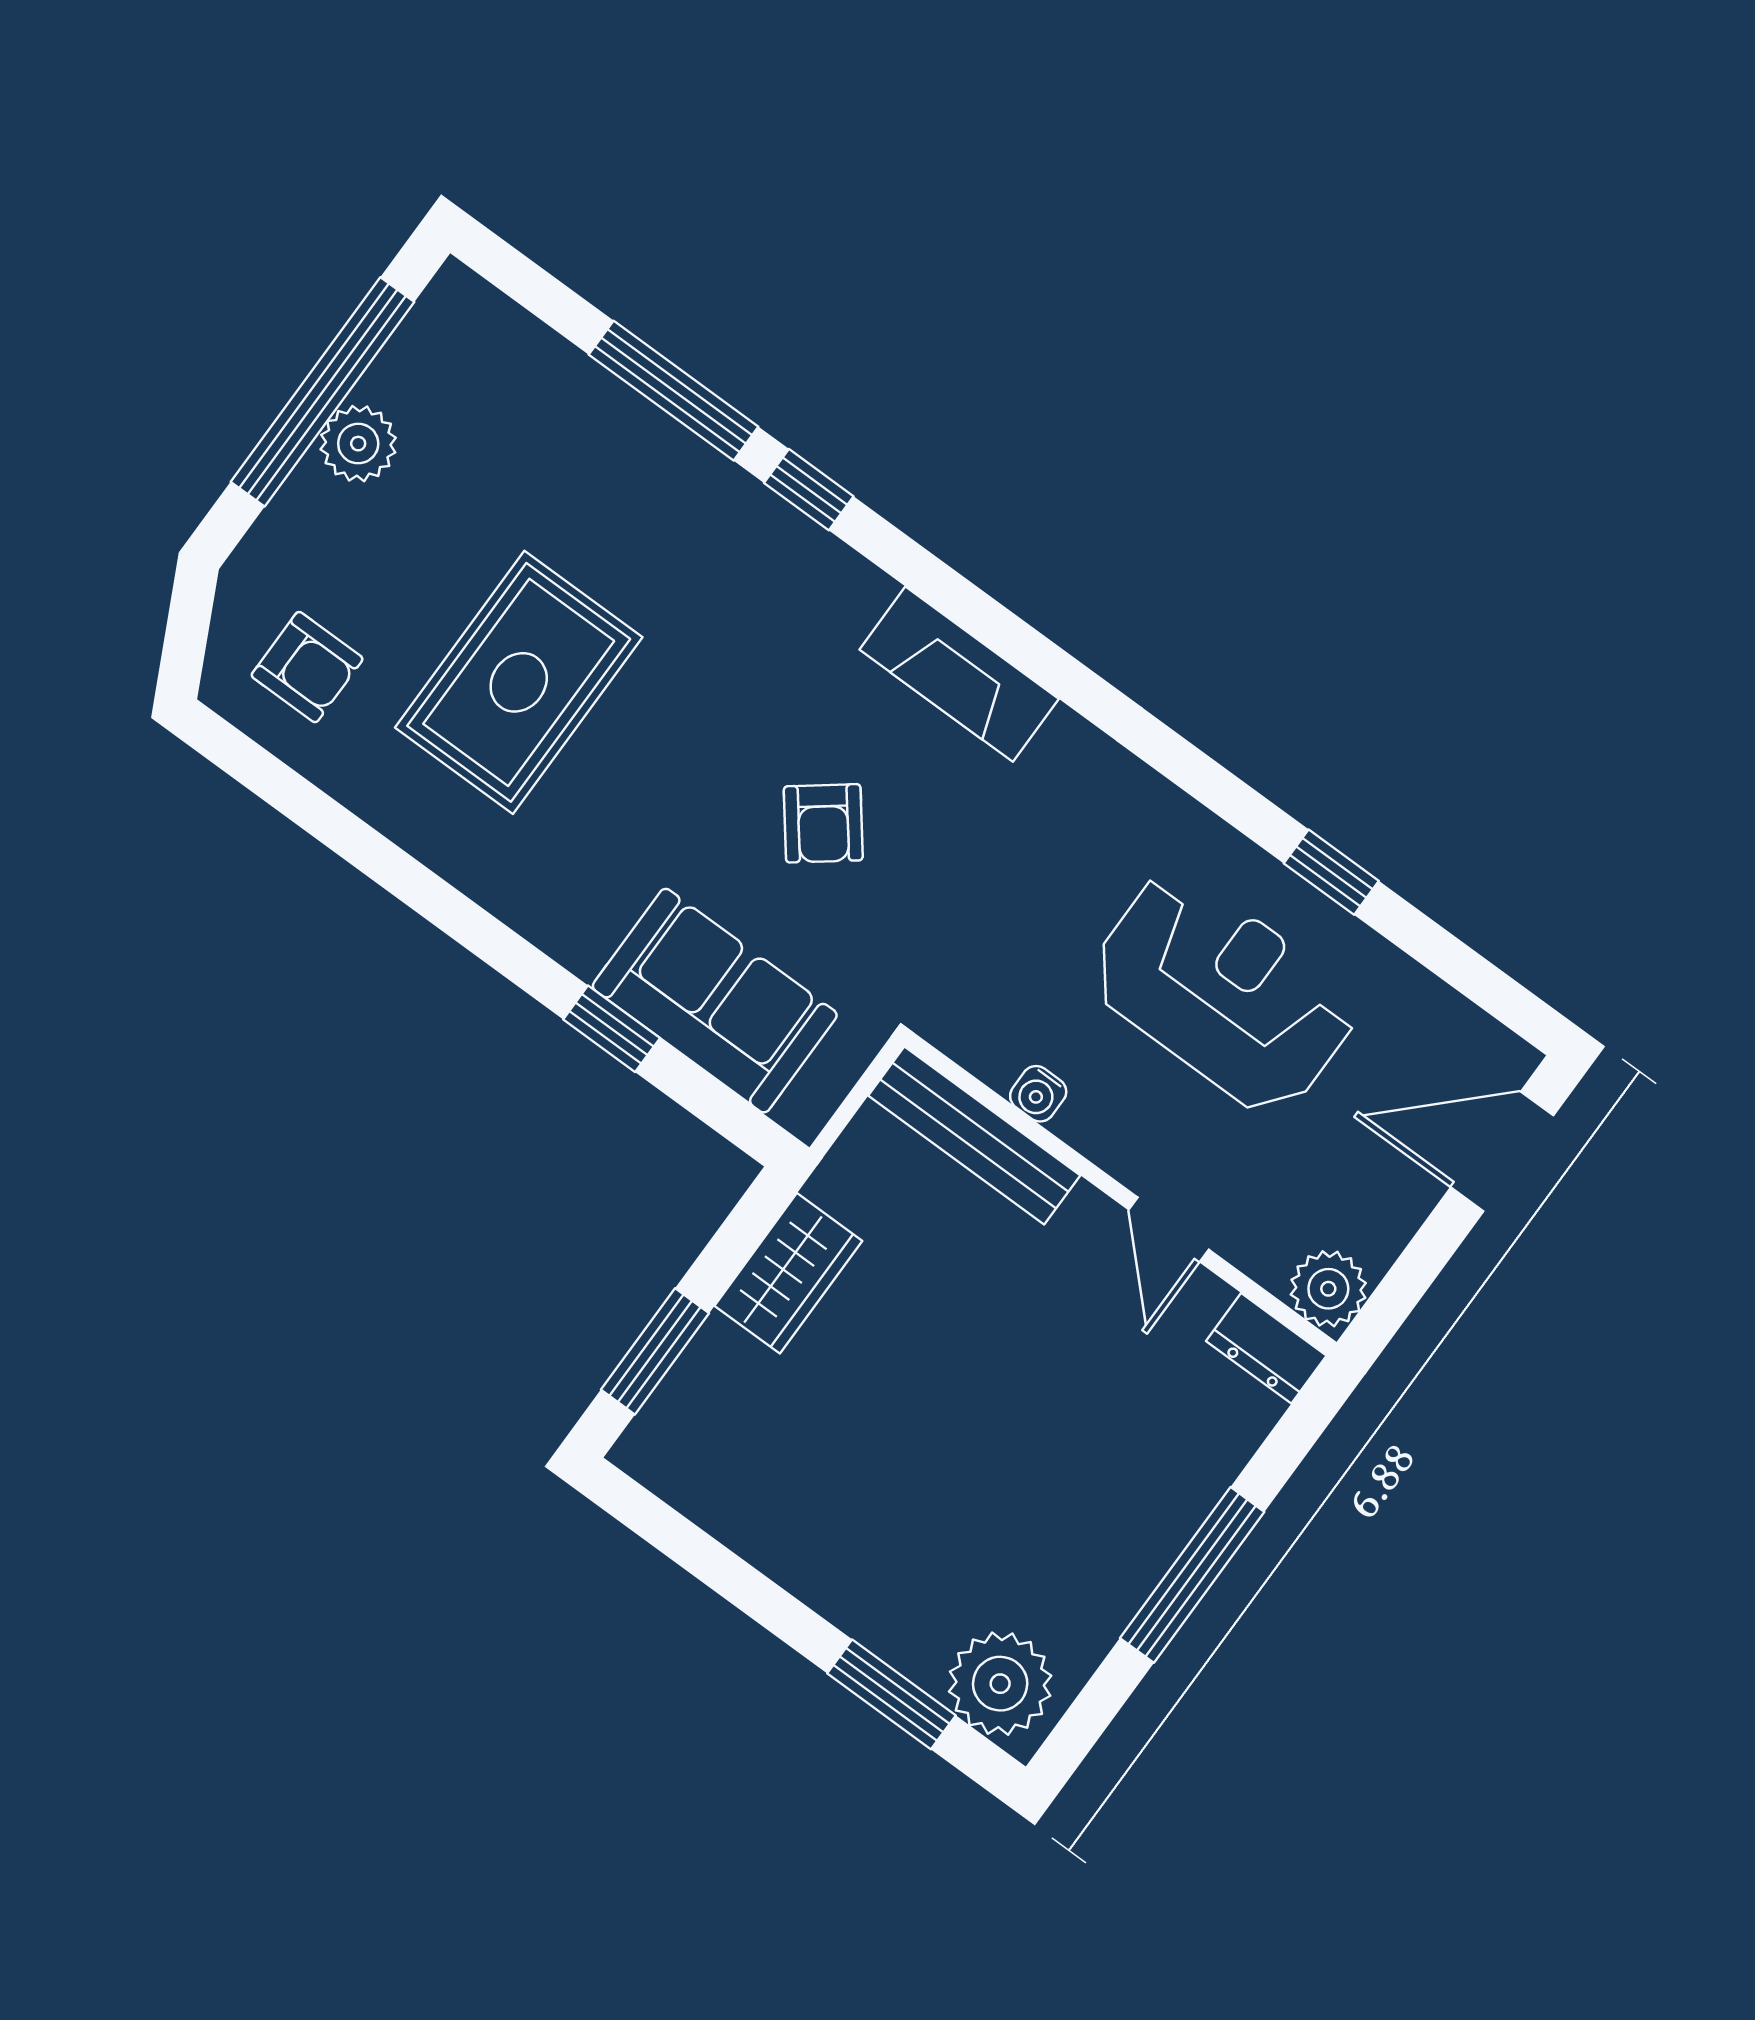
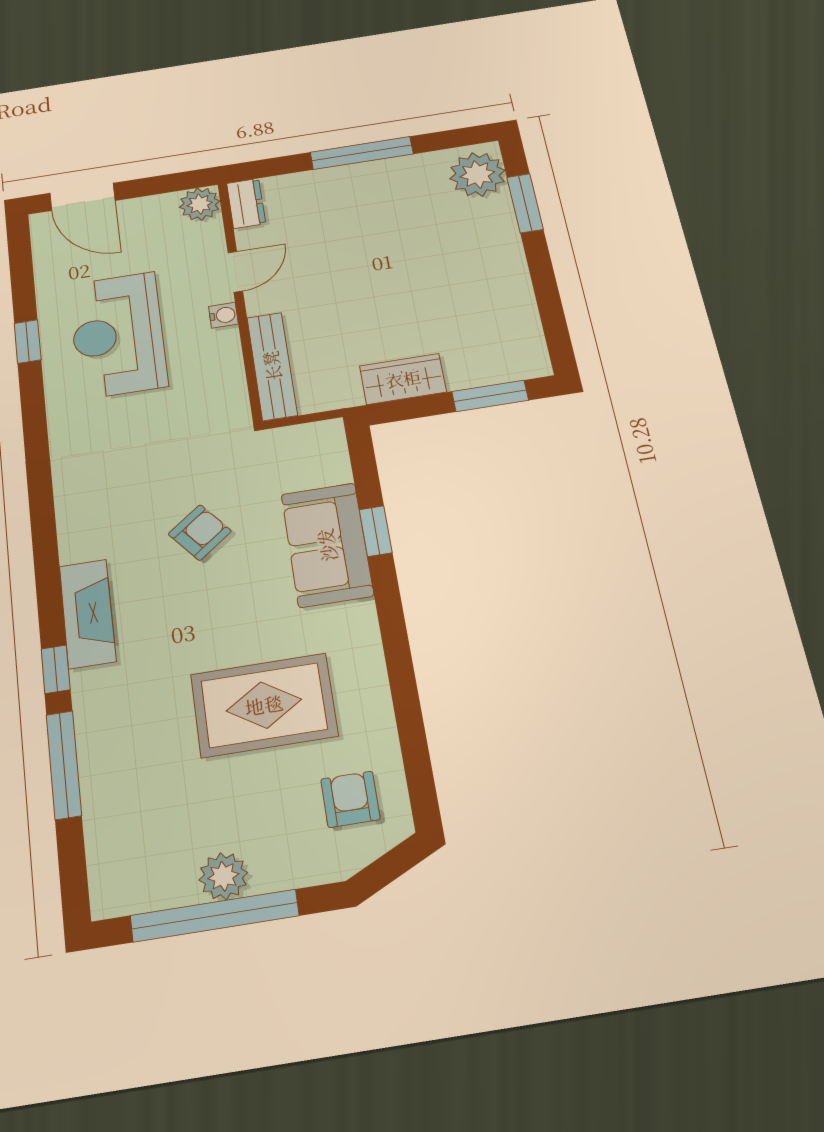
fireplace: (959, 674) -> (88, 614), moved
sofa: (715, 1001) -> (327, 545), moved
water cooler: (1038, 1094) -> (223, 315), moved

